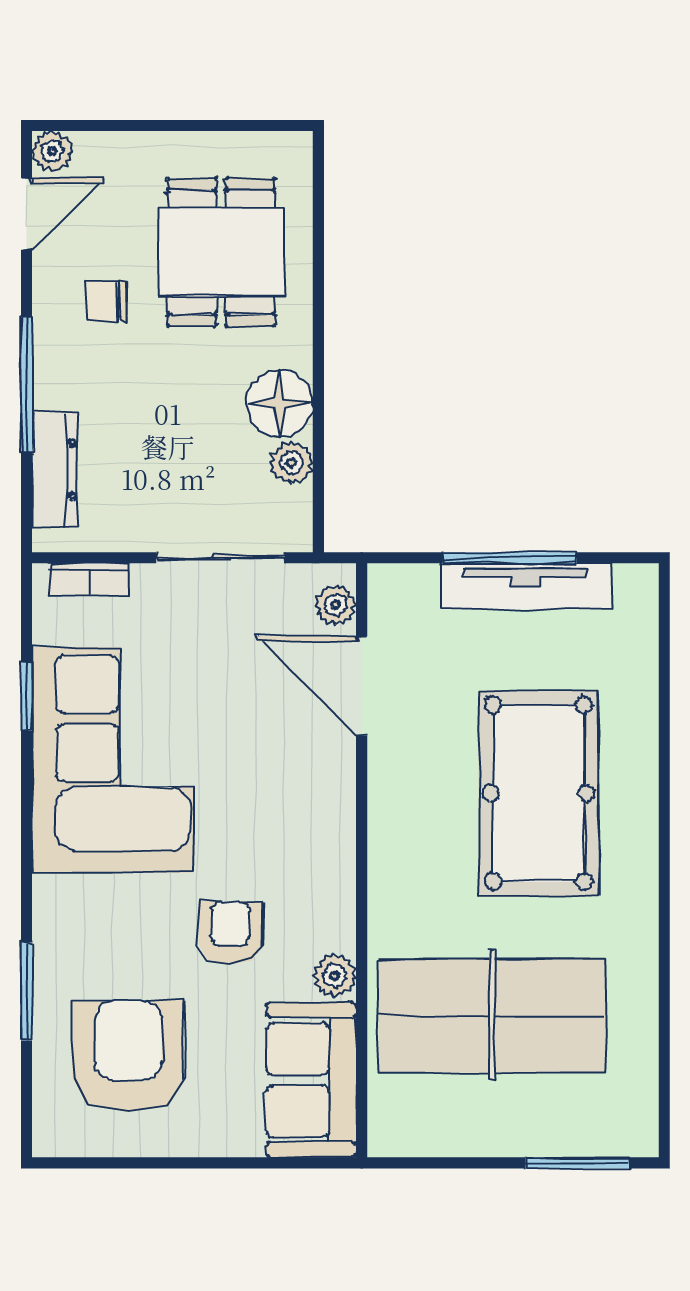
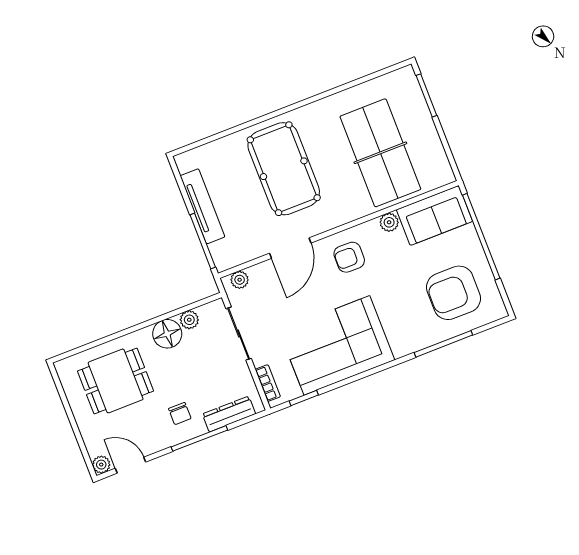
chair: (107, 301) -> (180, 414), moved
window: (510, 558) -> (203, 241), moved
door: (362, 686) -> (290, 248), moved
window: (27, 697) -> (304, 398), moved
pool table: (539, 793) -> (284, 169), turned 90
armchair: (230, 933) -> (349, 257), moved
window: (27, 992) -> (443, 344), width x1.44
window: (226, 1163) -> (481, 237), added

